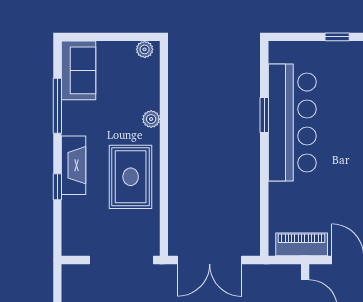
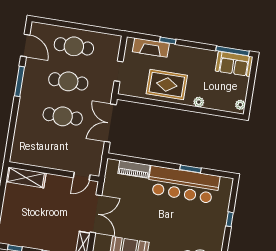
window: (57, 106) -> (232, 51), moved
fireplace: (74, 165) -> (151, 48), moved
piano: (302, 244) -> (134, 169), moved, turned 90
doorway: (121, 260) -> (119, 71), width x0.53

